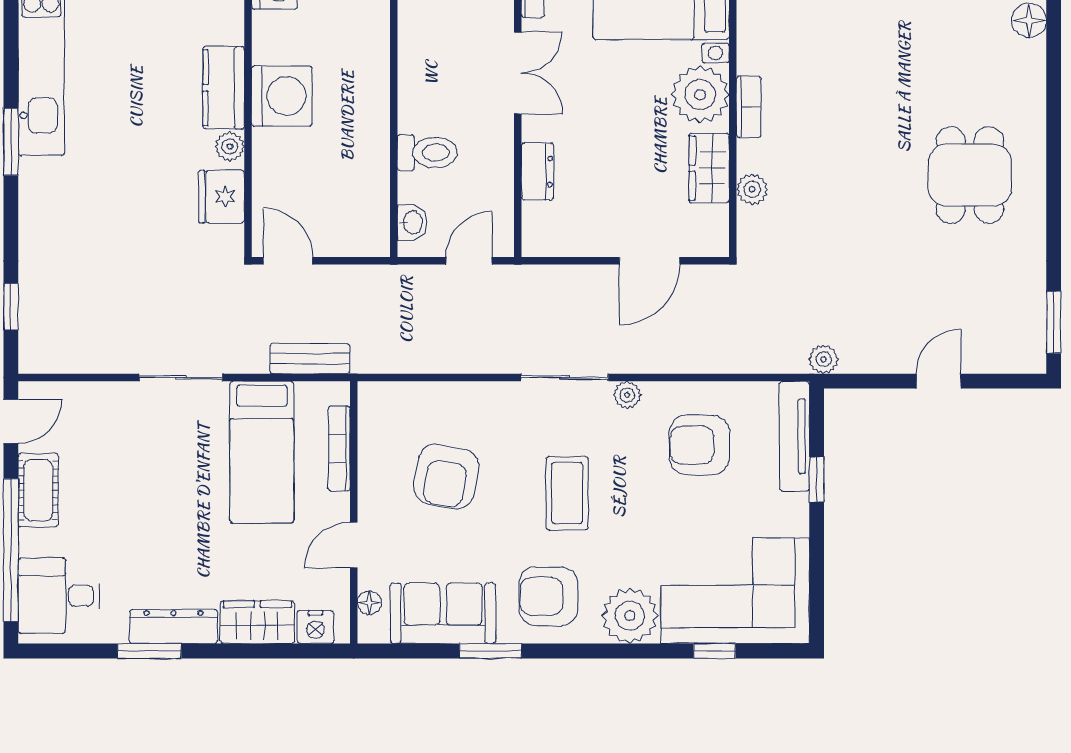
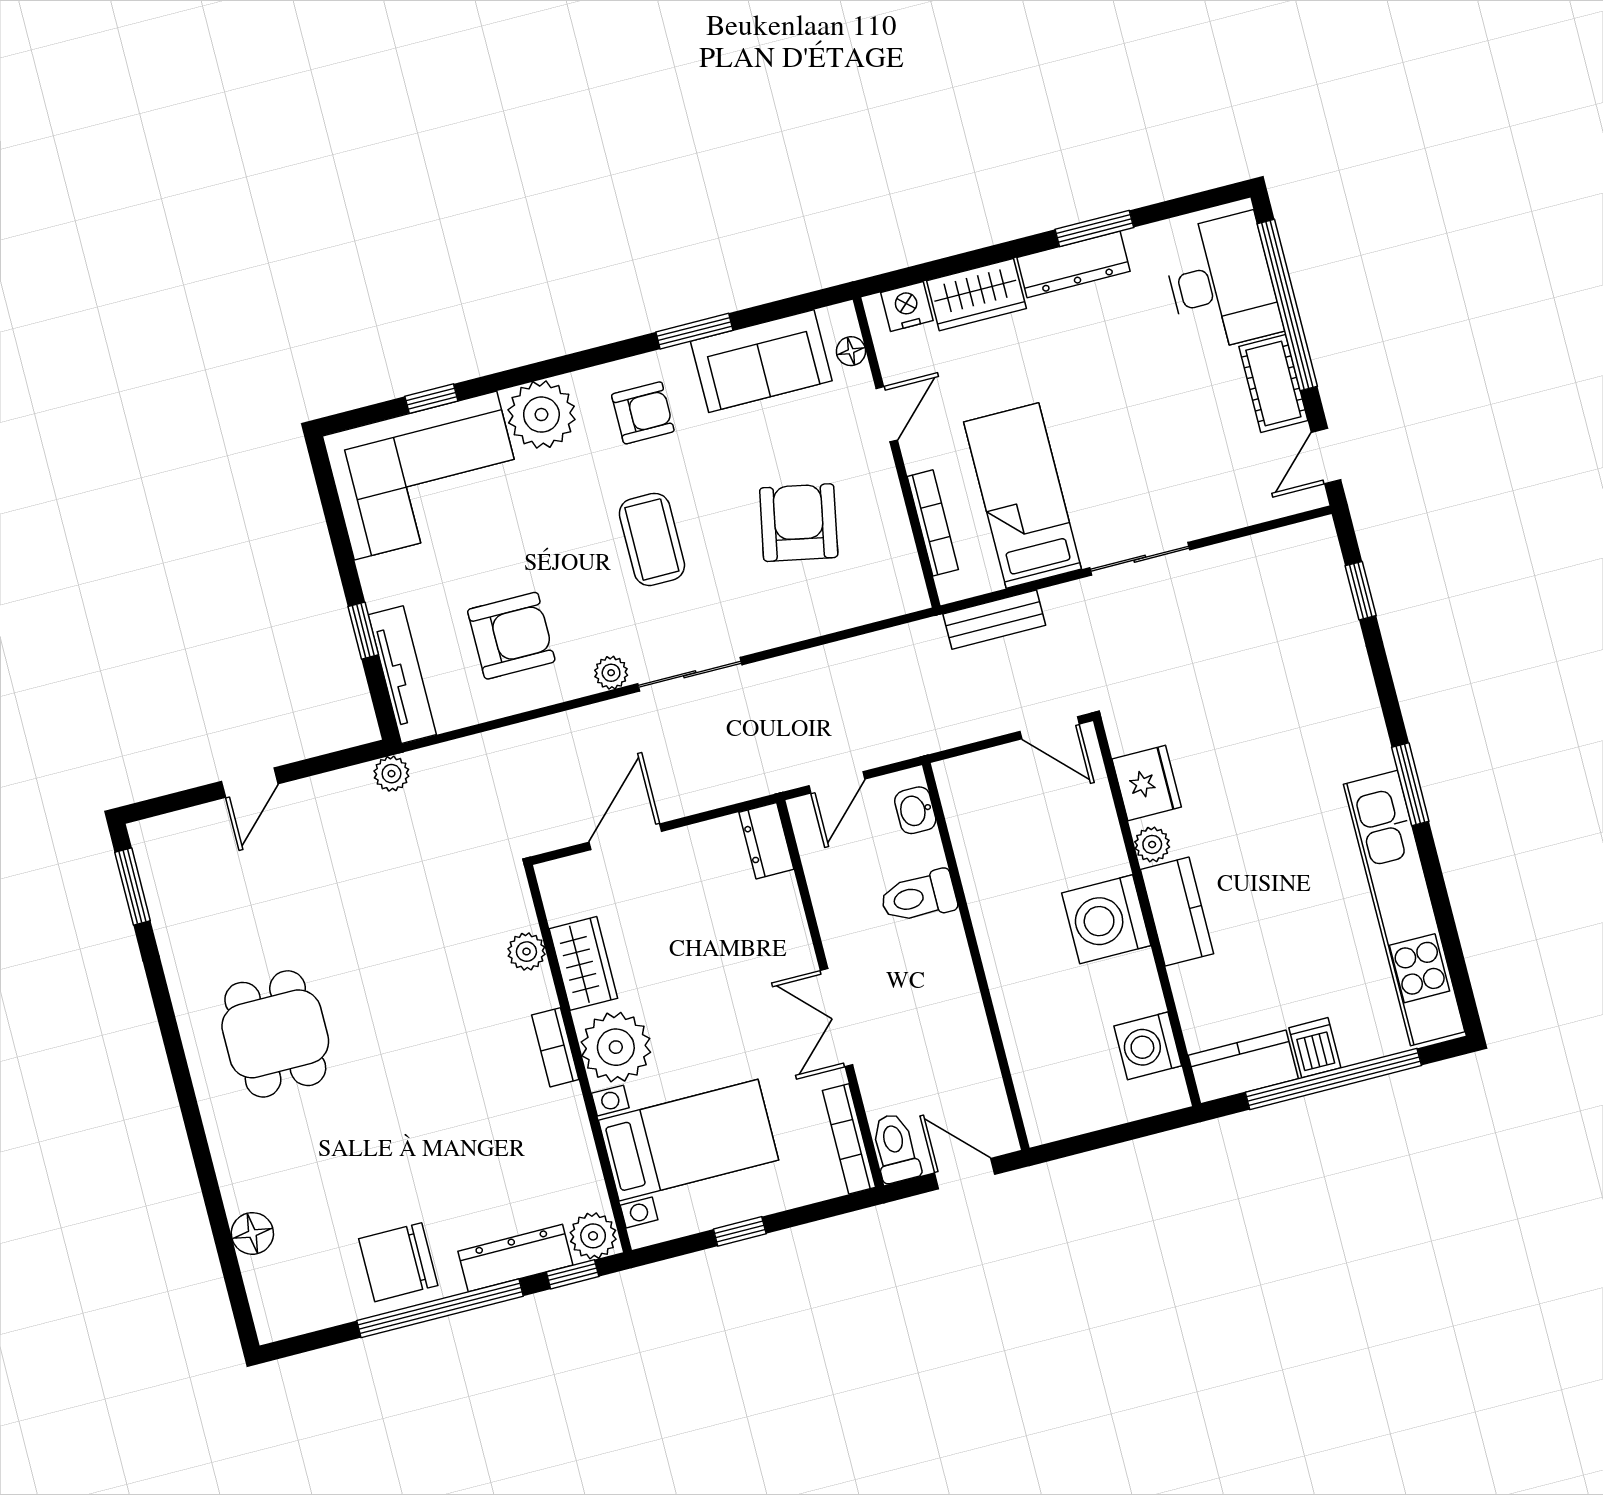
dresser: (537, 172) -> (766, 841), moved
desk: (59, 596) -> (1221, 282), width x1.37
armchair: (548, 596) -> (643, 413), width x0.72, depth x0.72

